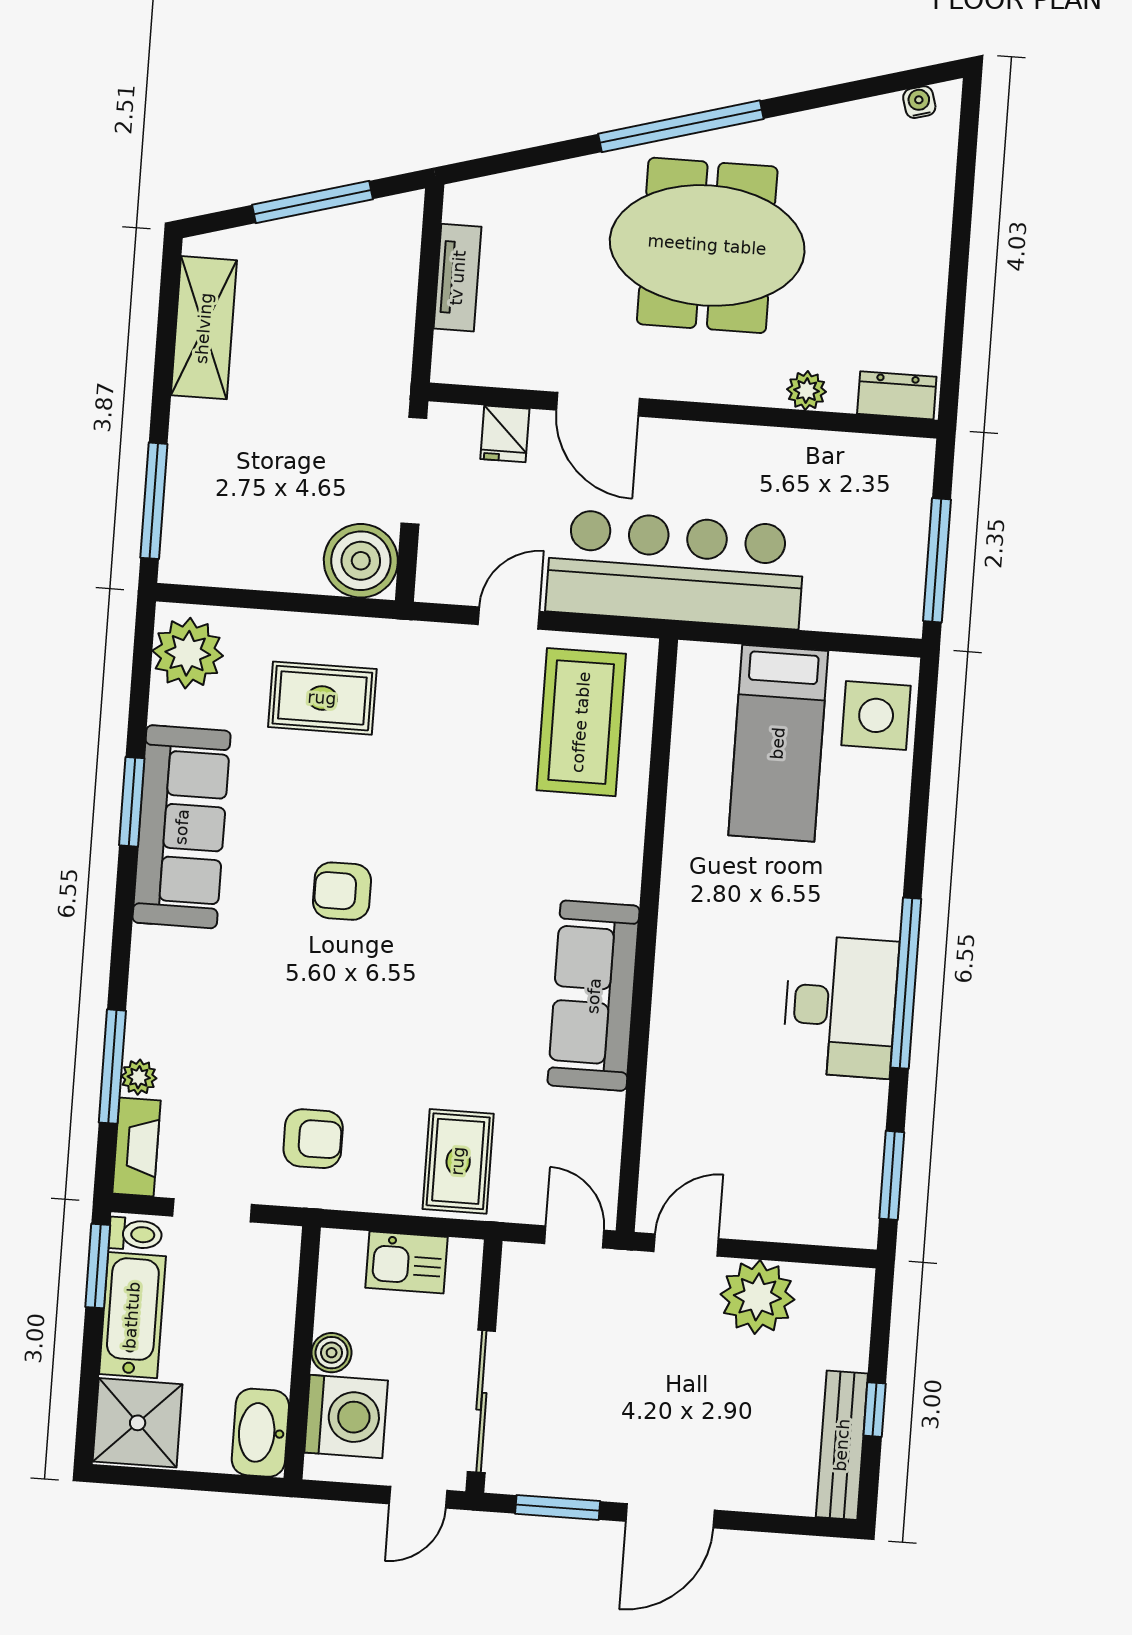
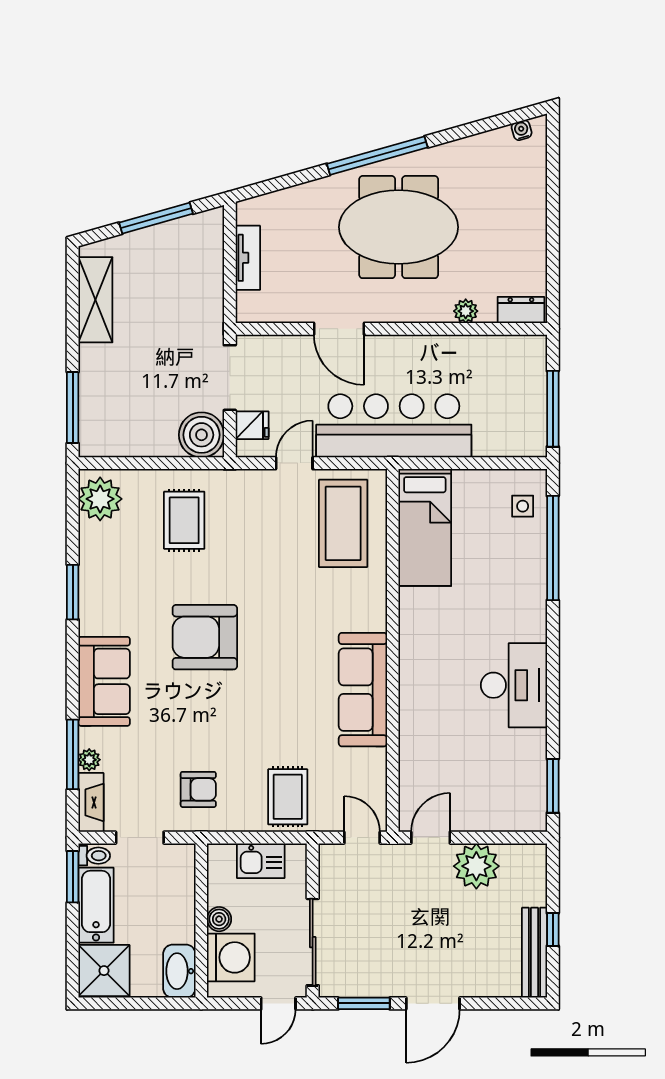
fridge: (505, 434) -> (252, 425), moved, turned -90
rug: (322, 698) -> (184, 520), turned 90
side table: (876, 715) -> (523, 506), width x0.54, depth x0.54
bed: (778, 743) -> (425, 527), moved
sofa: (182, 827) -> (104, 681), moved, width x0.73
armchair: (342, 891) -> (205, 637), width x1.88, depth x1.88
window: (906, 983) -> (553, 548), moved

